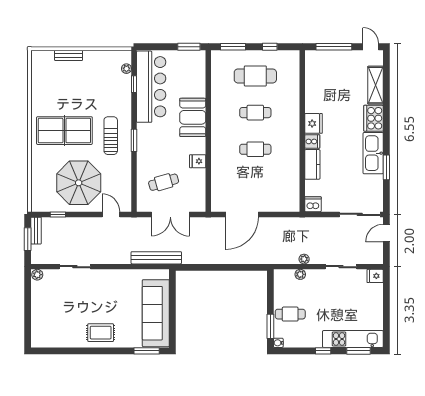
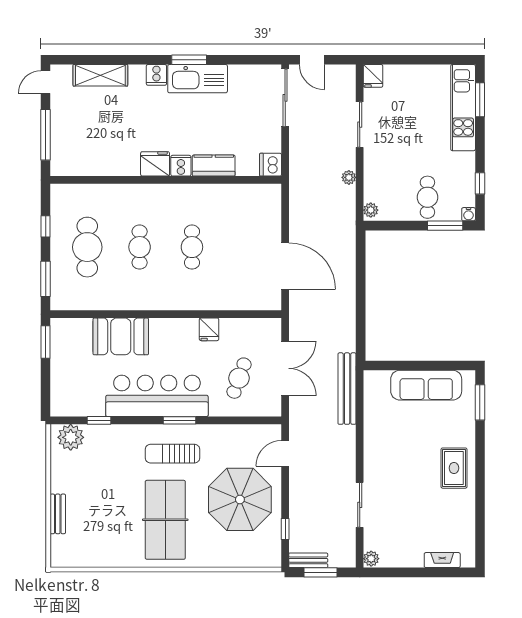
plant: (126, 69) -> (71, 437), width x1.88, depth x1.88
bar counter: (151, 87) -> (157, 396), moved
booth: (193, 117) -> (121, 336), moved
cooker: (374, 118) -> (156, 75), width x0.53, depth x0.76
window: (386, 167) -> (189, 60), moved
cafe table: (164, 182) -> (239, 378), turned 36
plant: (300, 274) -> (371, 210), moved
sofa: (156, 313) -> (426, 385), width x0.74, depth x0.79
fireplace: (36, 324) -> (442, 560), added
window: (323, 351) -> (480, 183), moved

